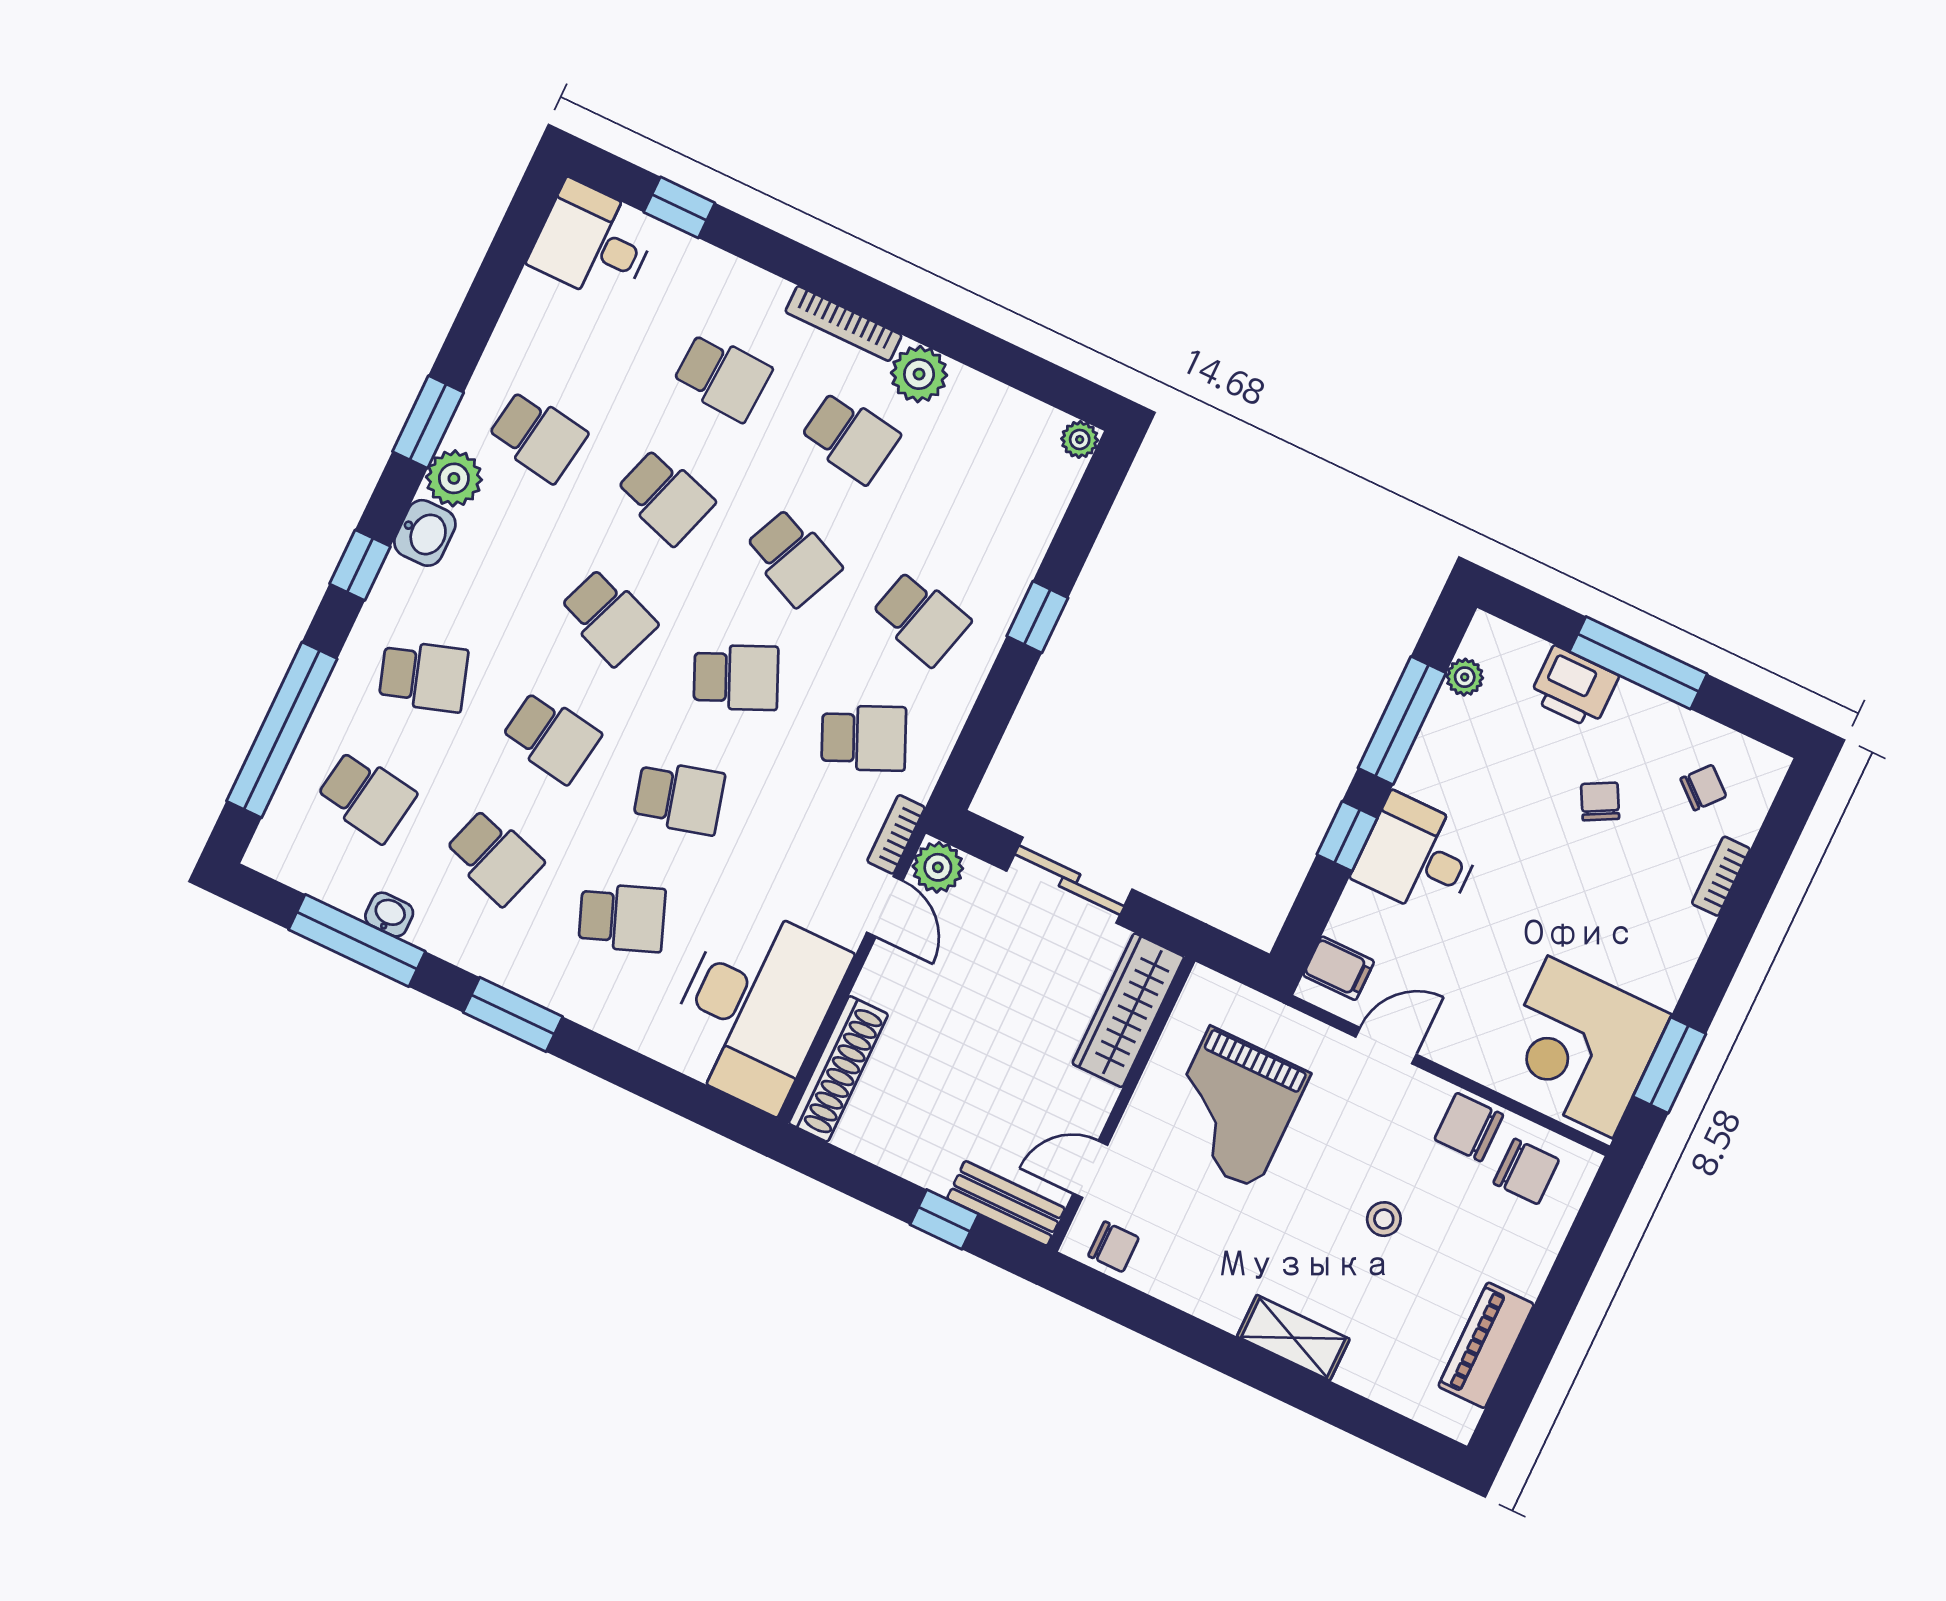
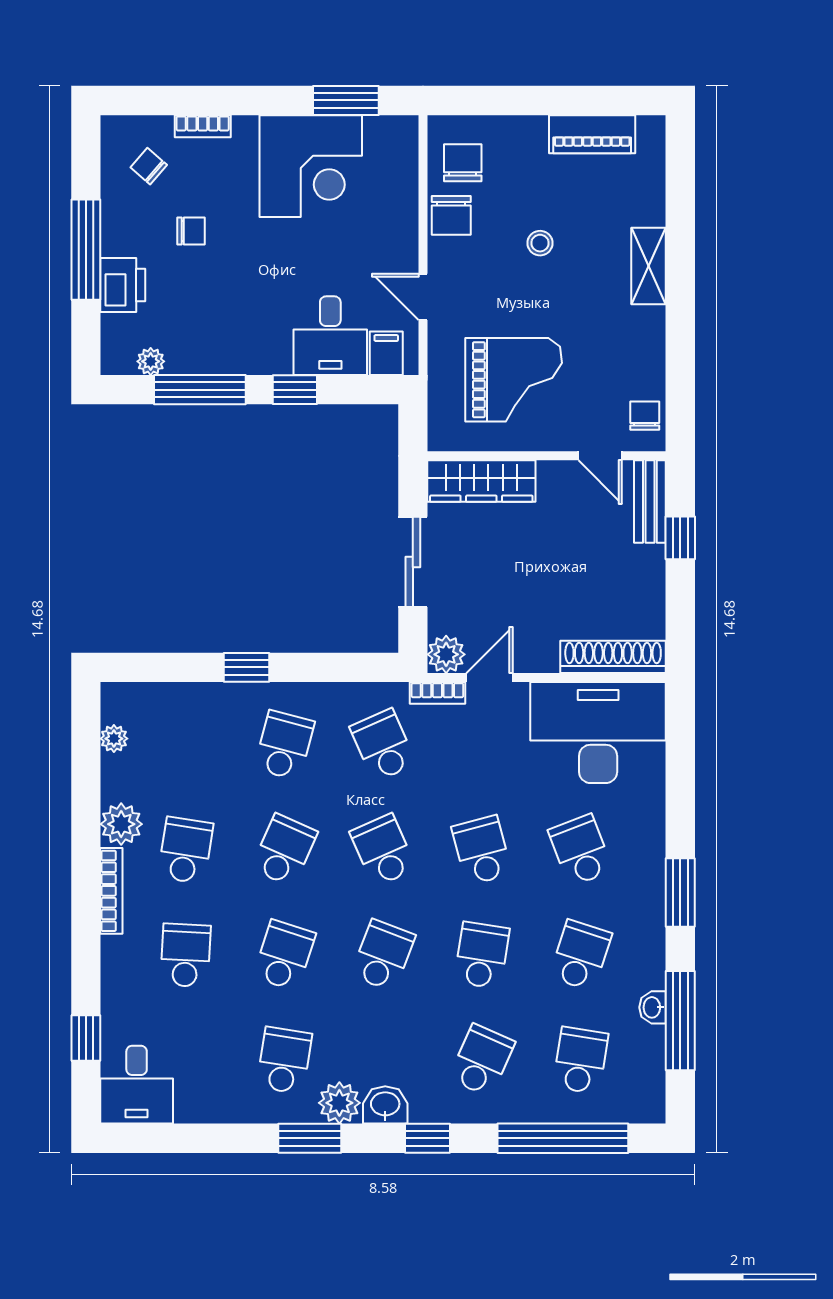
plant: (1080, 440) -> (114, 739), moved
school desk: (423, 676) -> (482, 1060), turned 42
chair: (1600, 801) -> (191, 231), turned -152
desk: (1418, 856) -> (330, 336), moved
corner desk: (1580, 1047) -> (311, 166), moved

